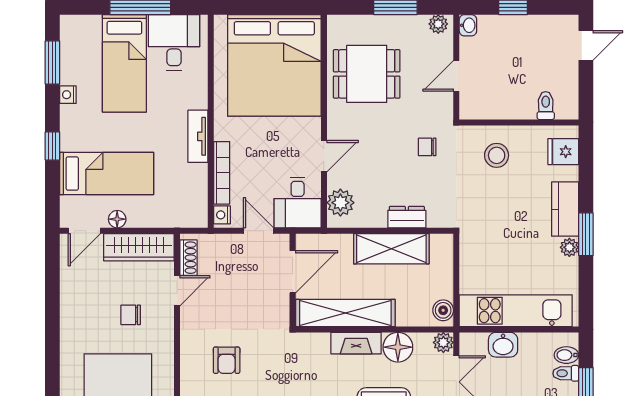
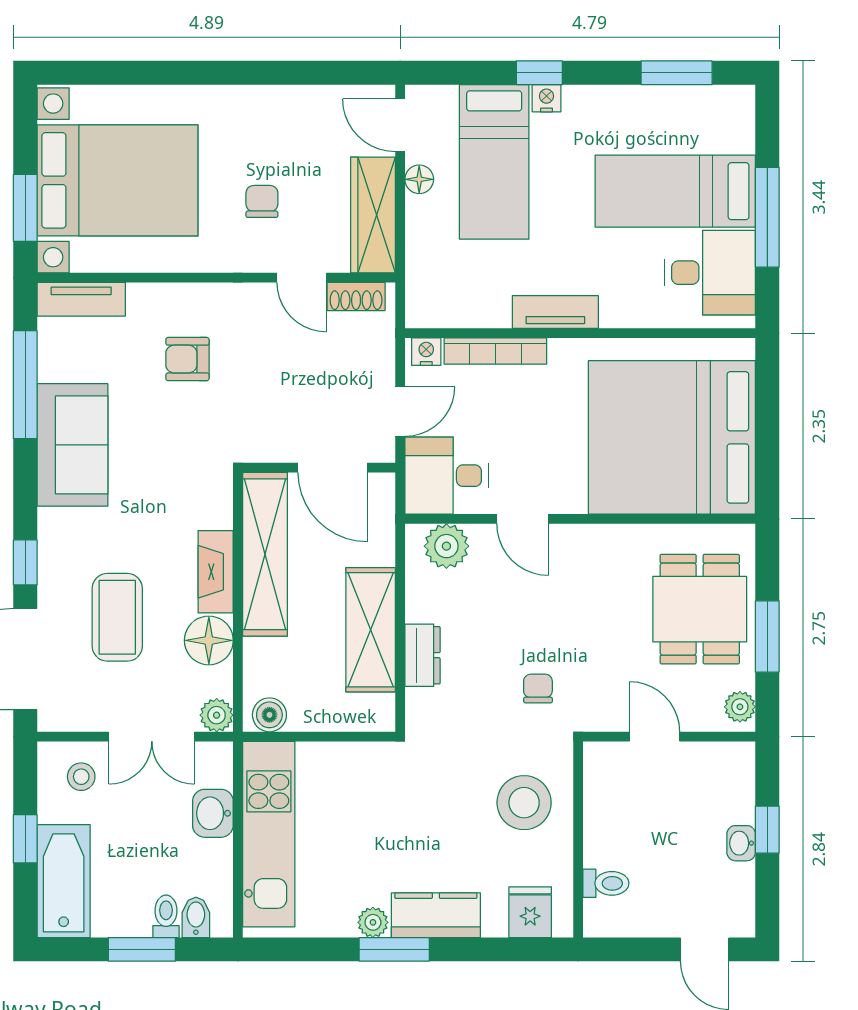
washbasin: (468, 25) -> (741, 843), moved, turned 90
dining table: (367, 74) -> (700, 609), moved
nightstand: (68, 95) -> (546, 98), moved
stool: (497, 155) -> (524, 803), width x1.38, depth x1.38

